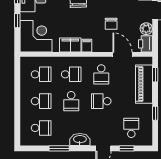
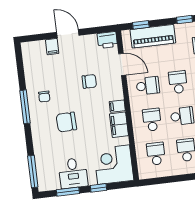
plant: (146, 29) -> (90, 41), removed
door: (122, 54) -> (122, 64), swing flipped
school desk: (101, 101) -> (178, 82), turned 180

